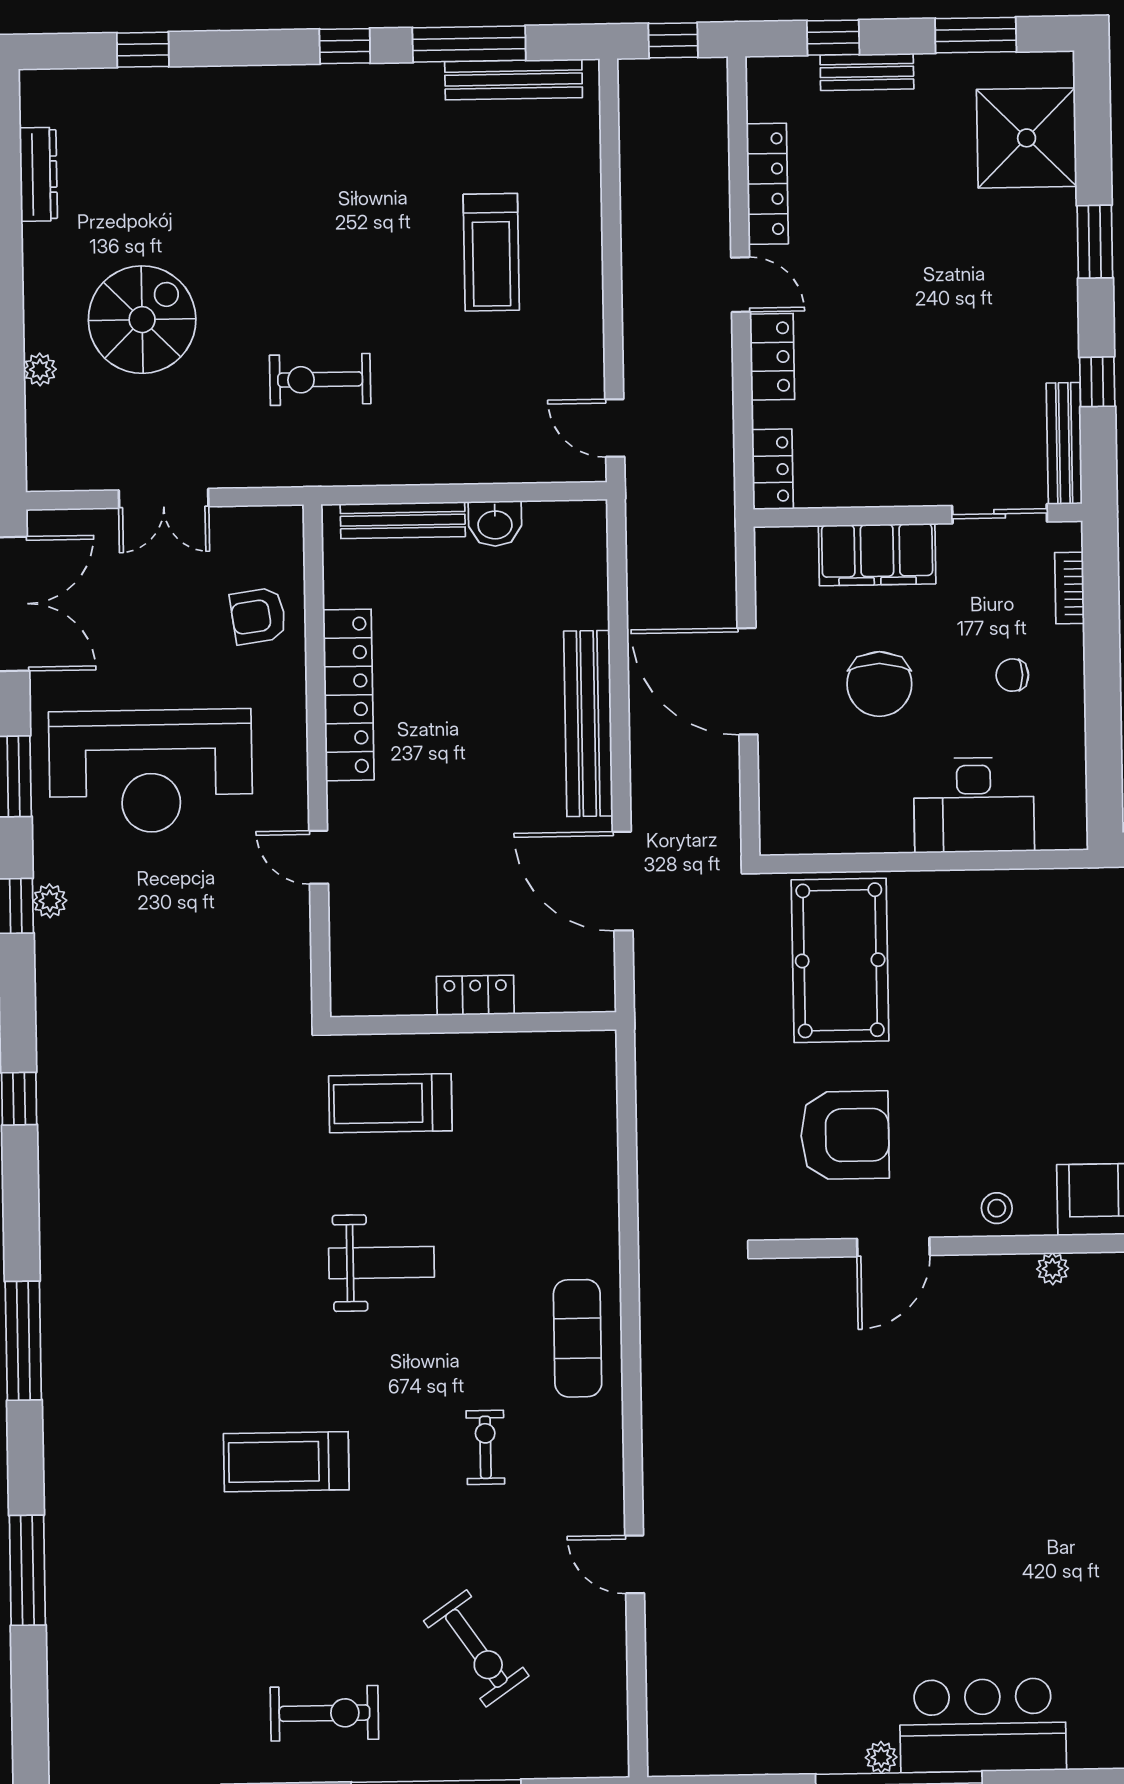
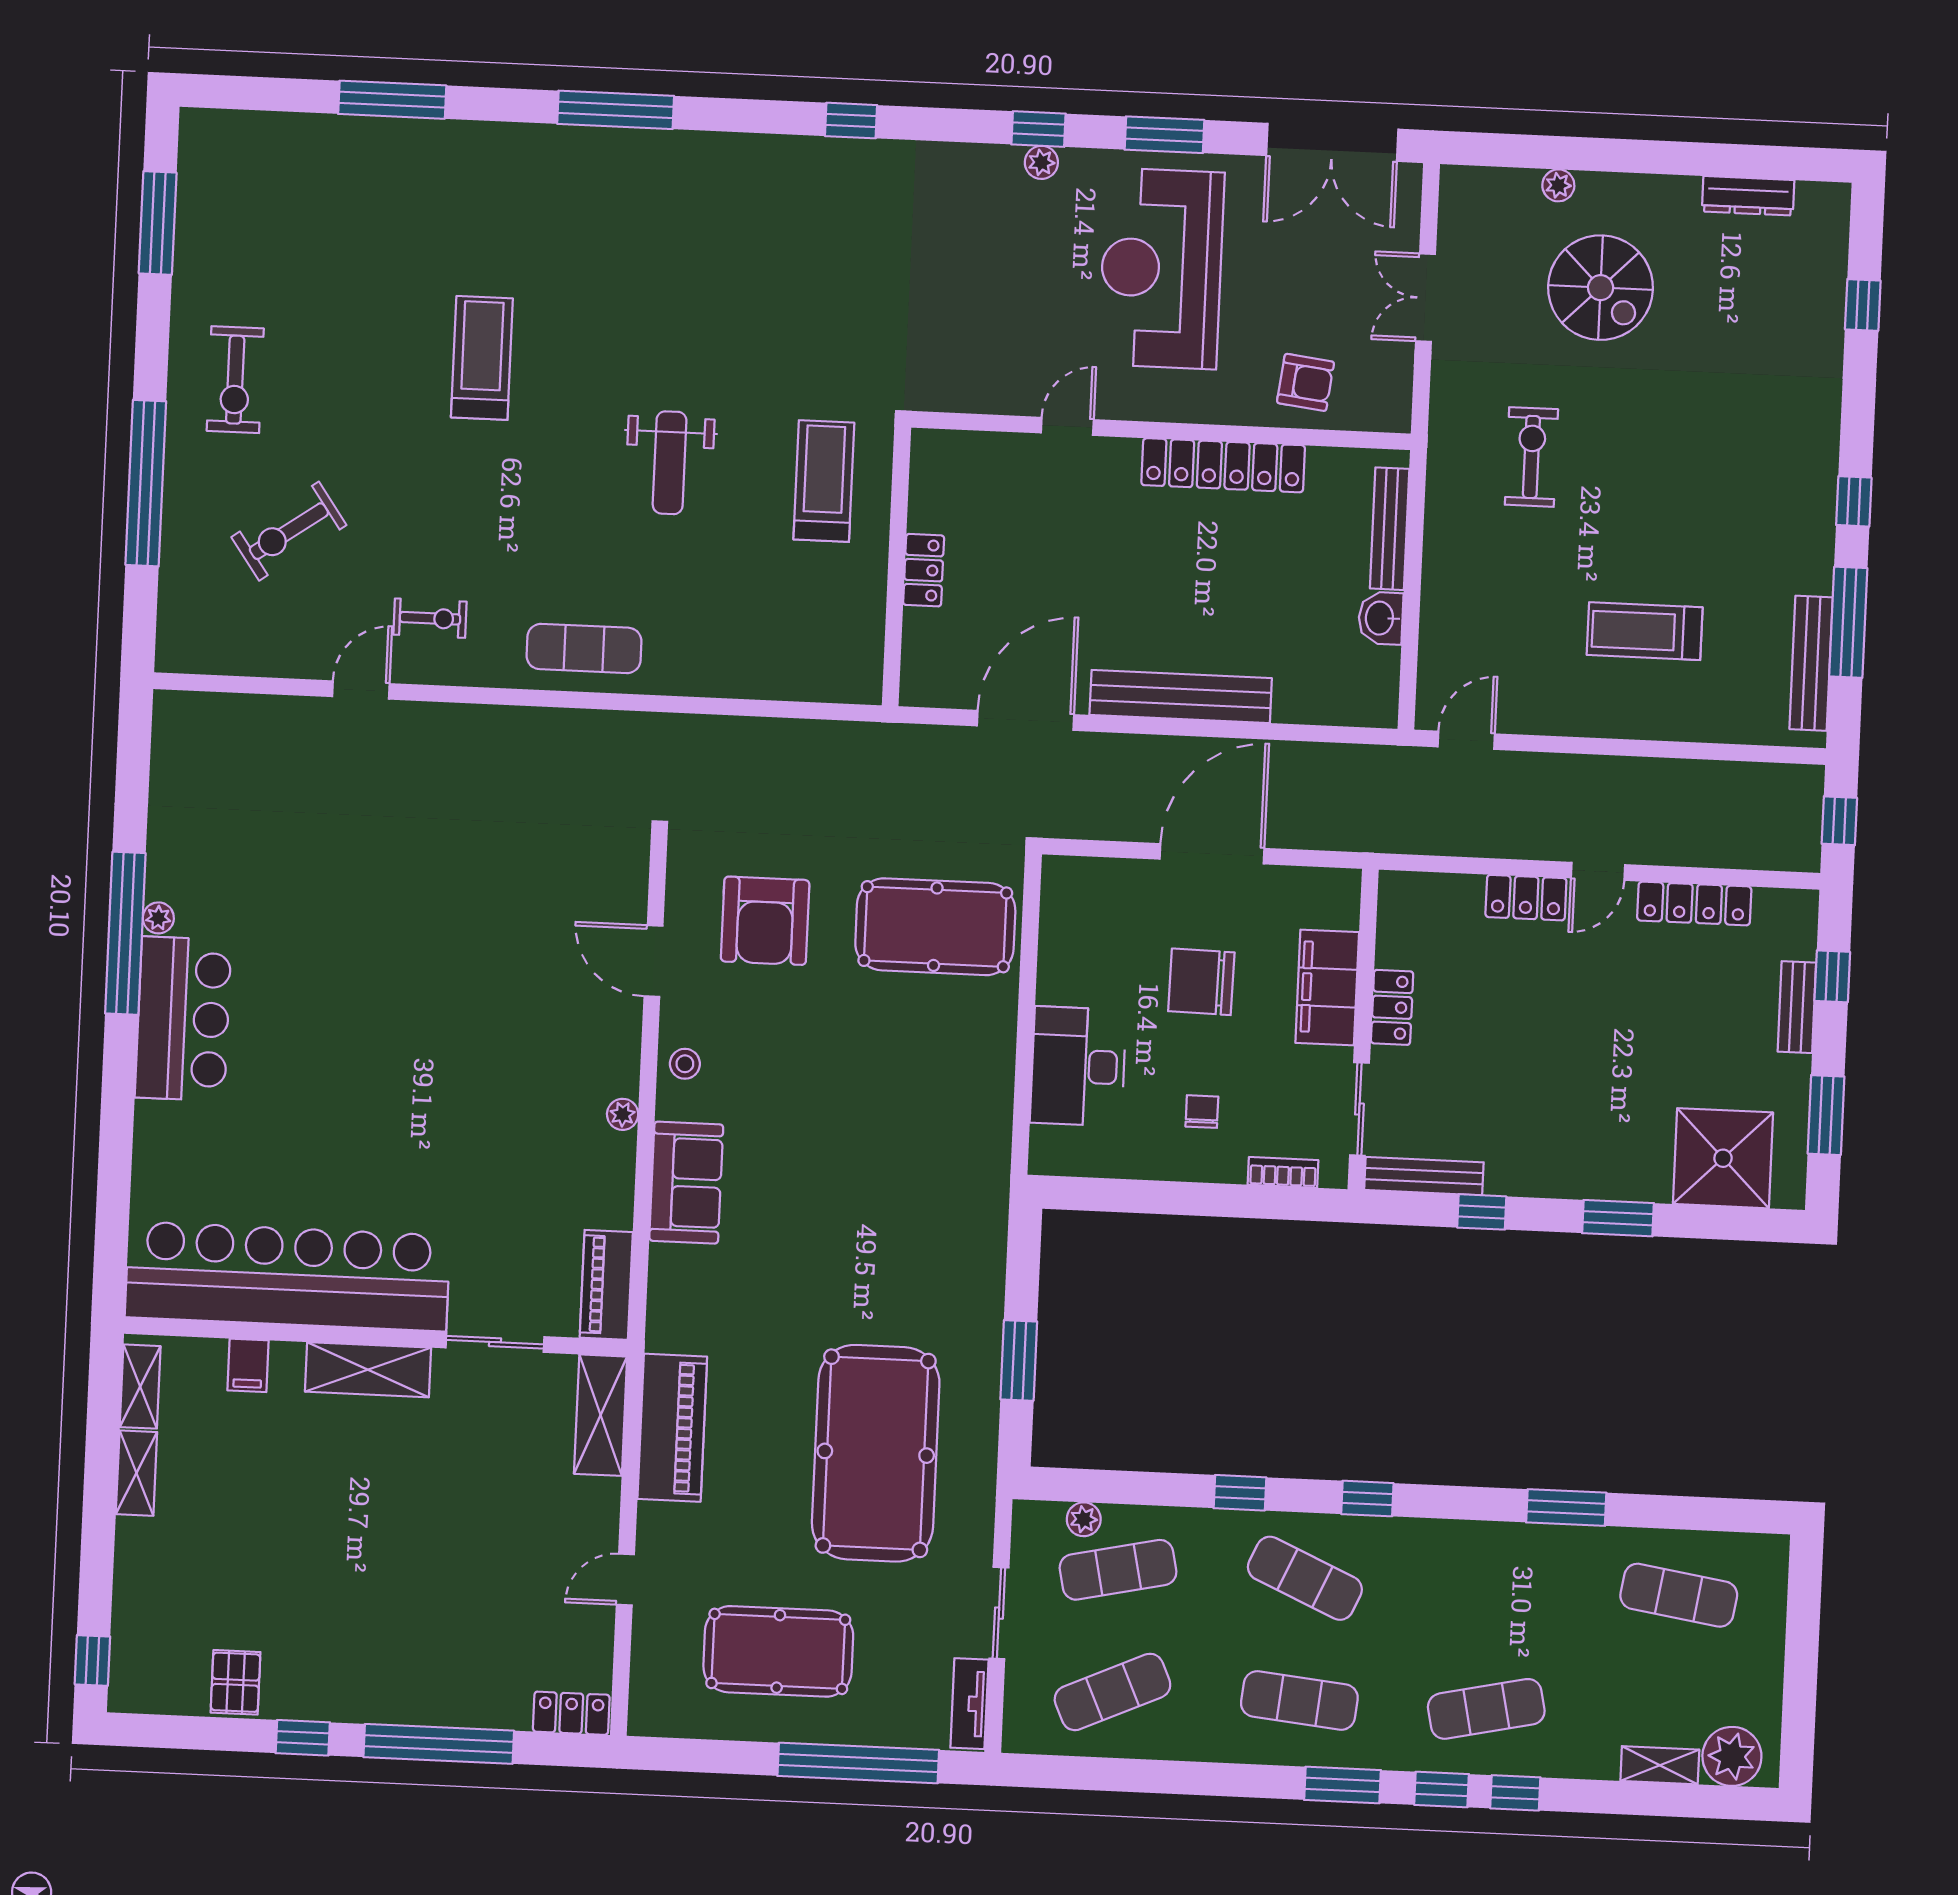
locker: (772, 469) -> (1392, 1007), moved, turned -90
armchair: (258, 616) -> (1305, 382), turned 105
exercise bike: (485, 1447) -> (430, 618), moved

